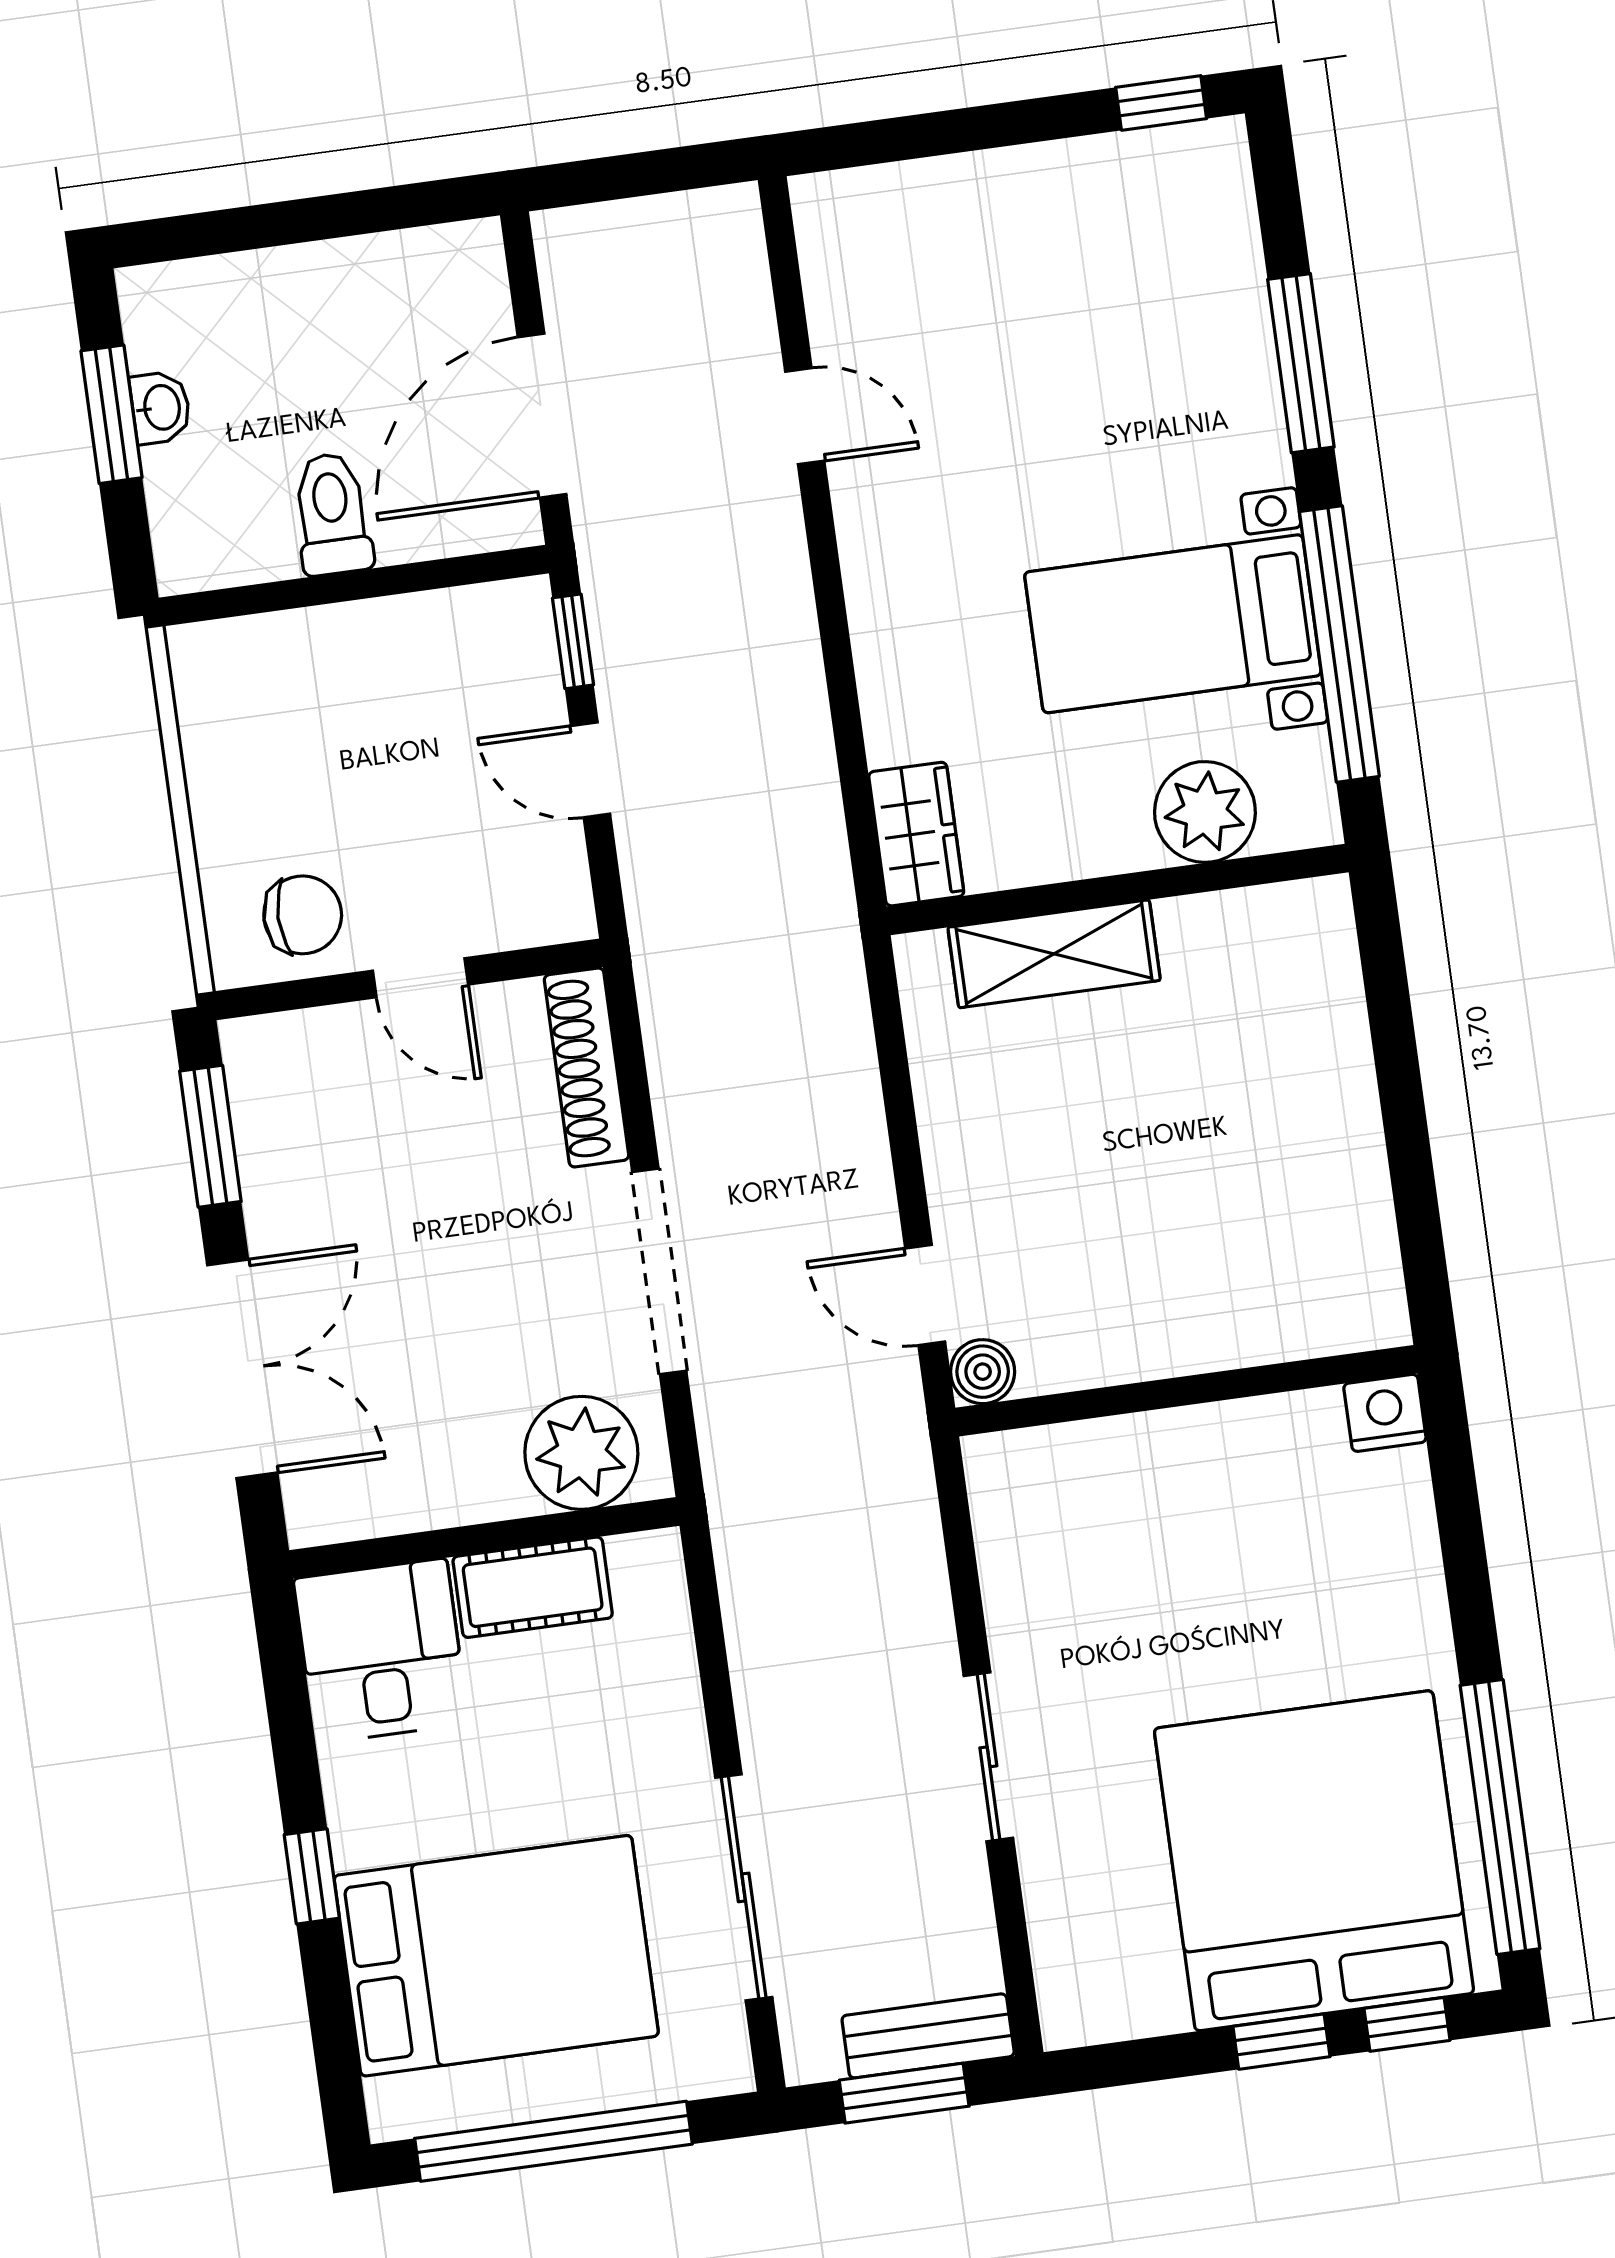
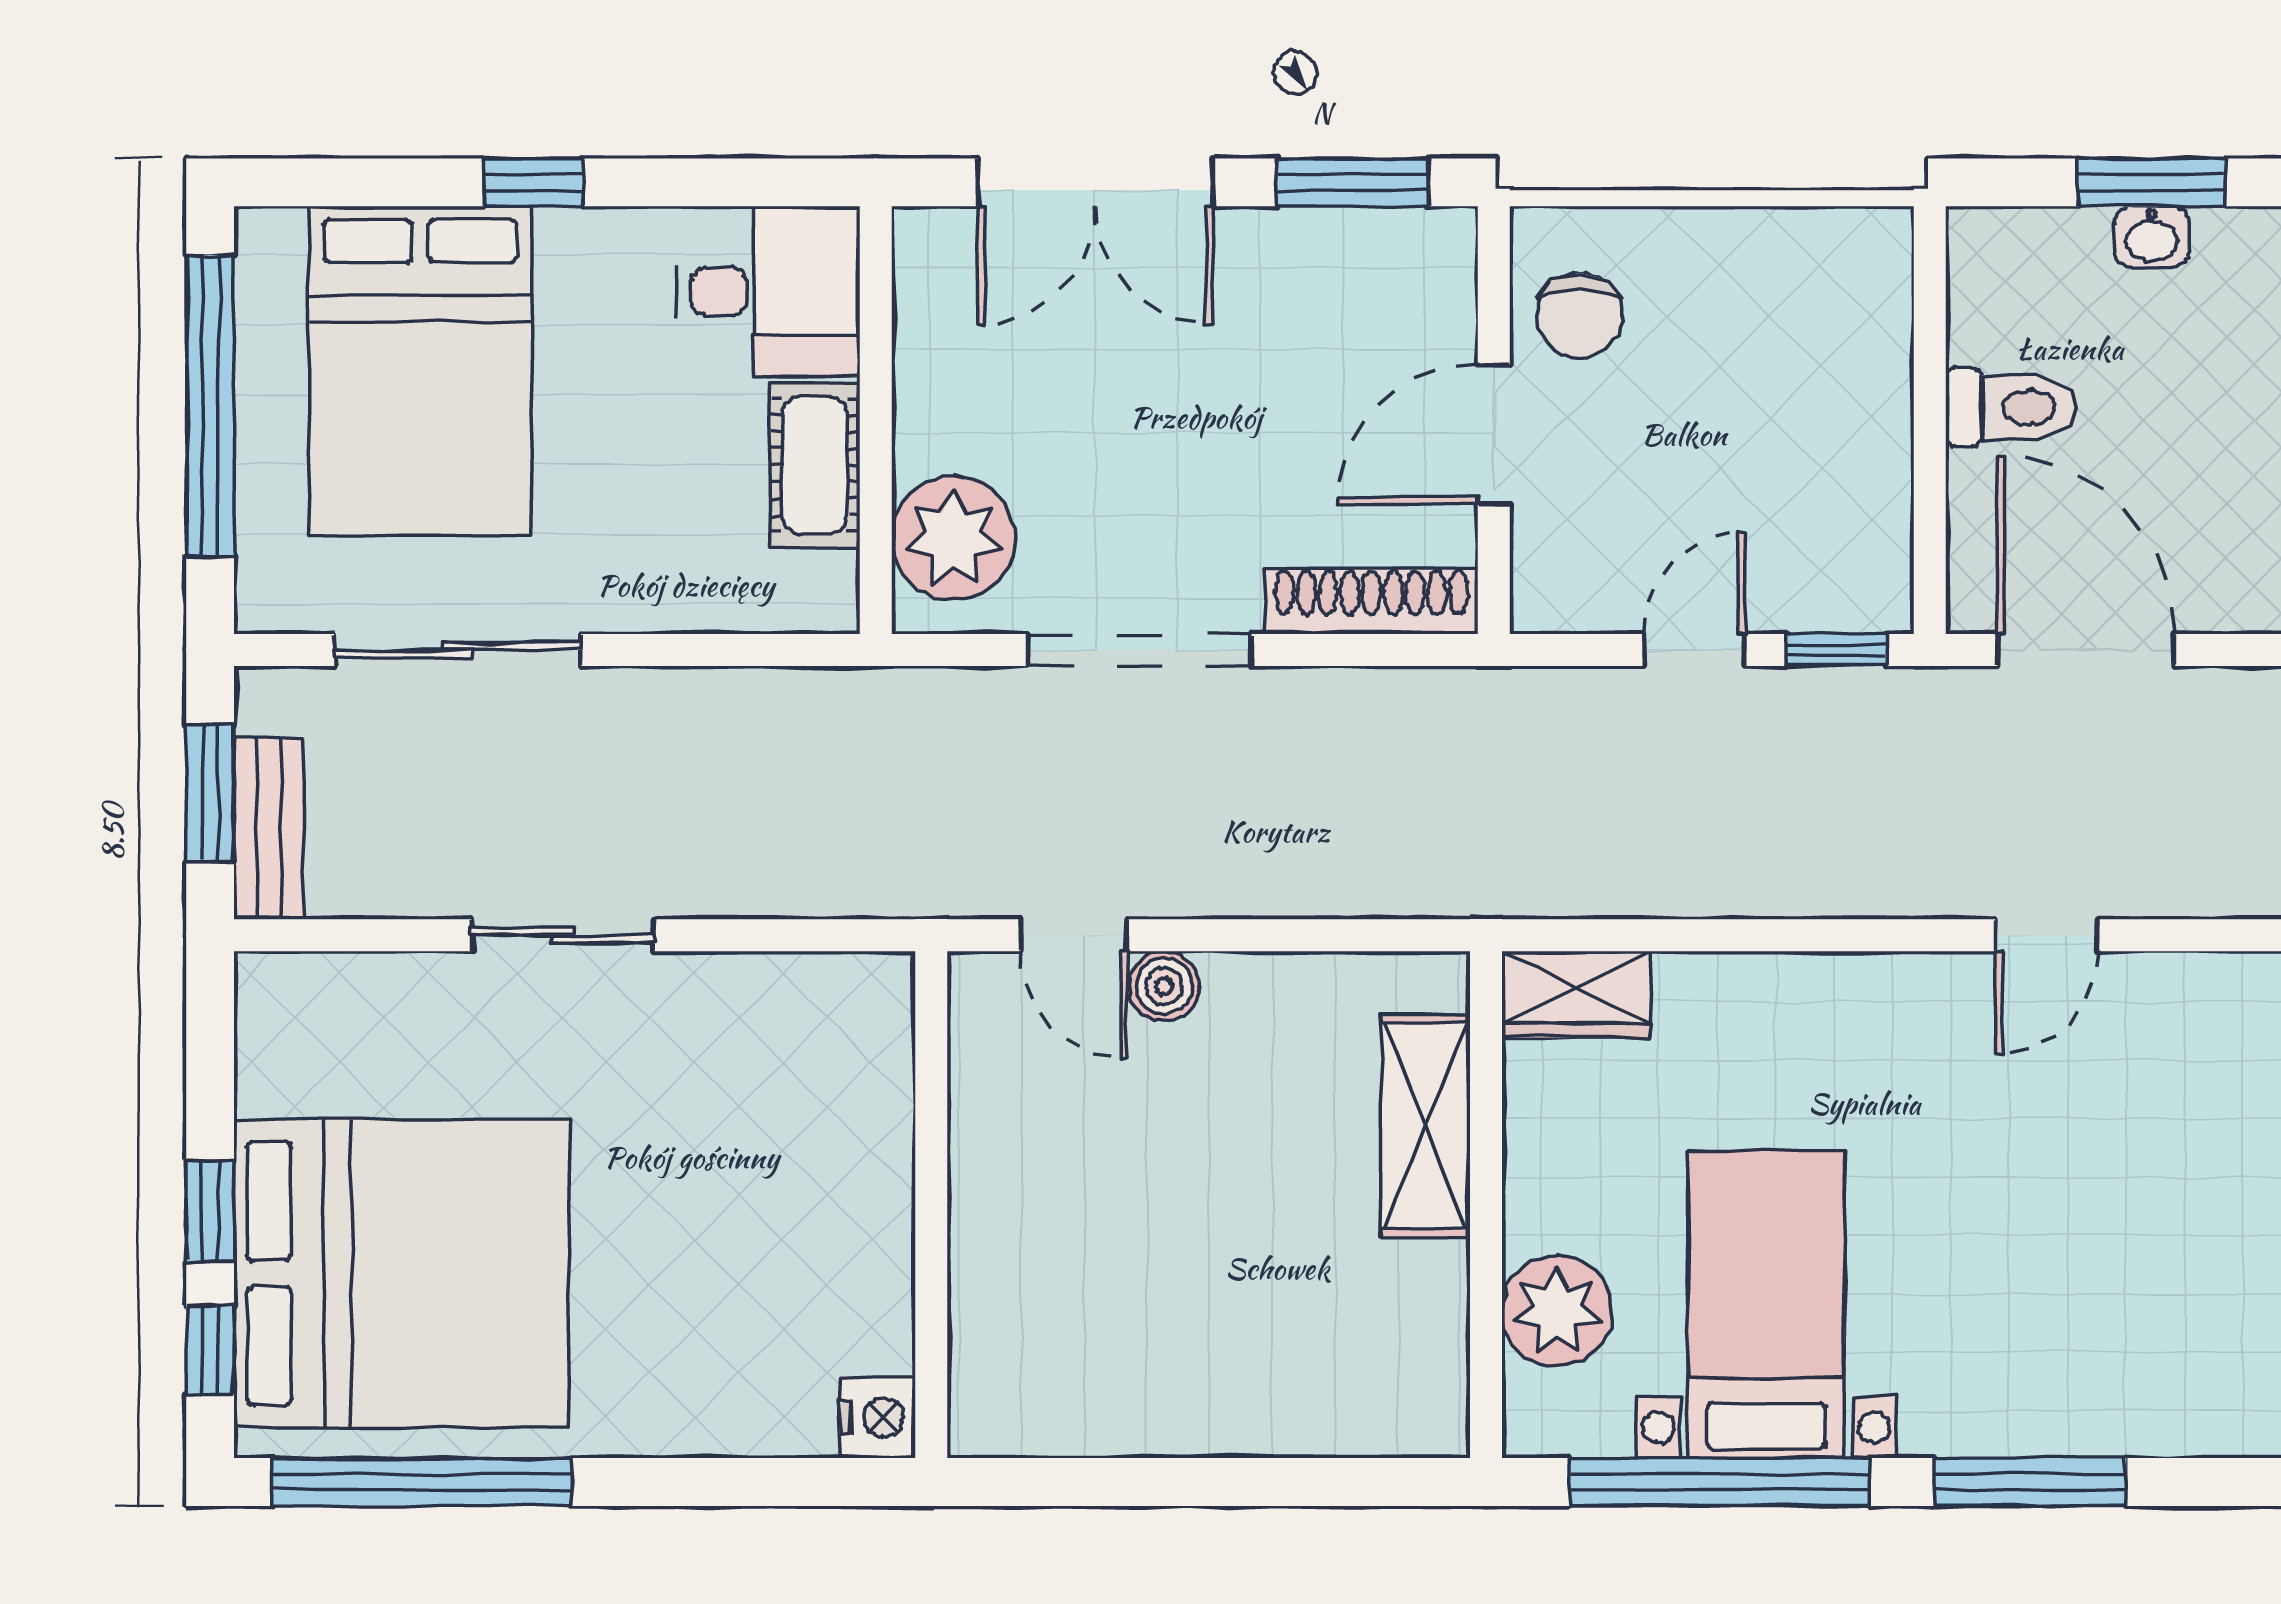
door: (420, 978) -> (1494, 434), width x1.38
door: (925, 1295) -> (1074, 935), swing flipped
boiler: (983, 1372) -> (1164, 986), moved

